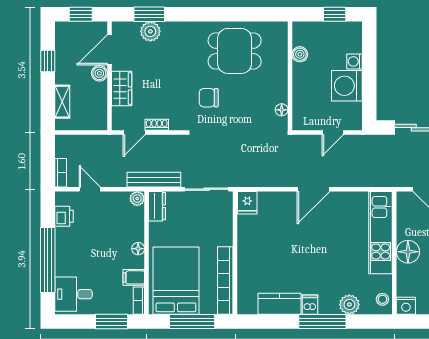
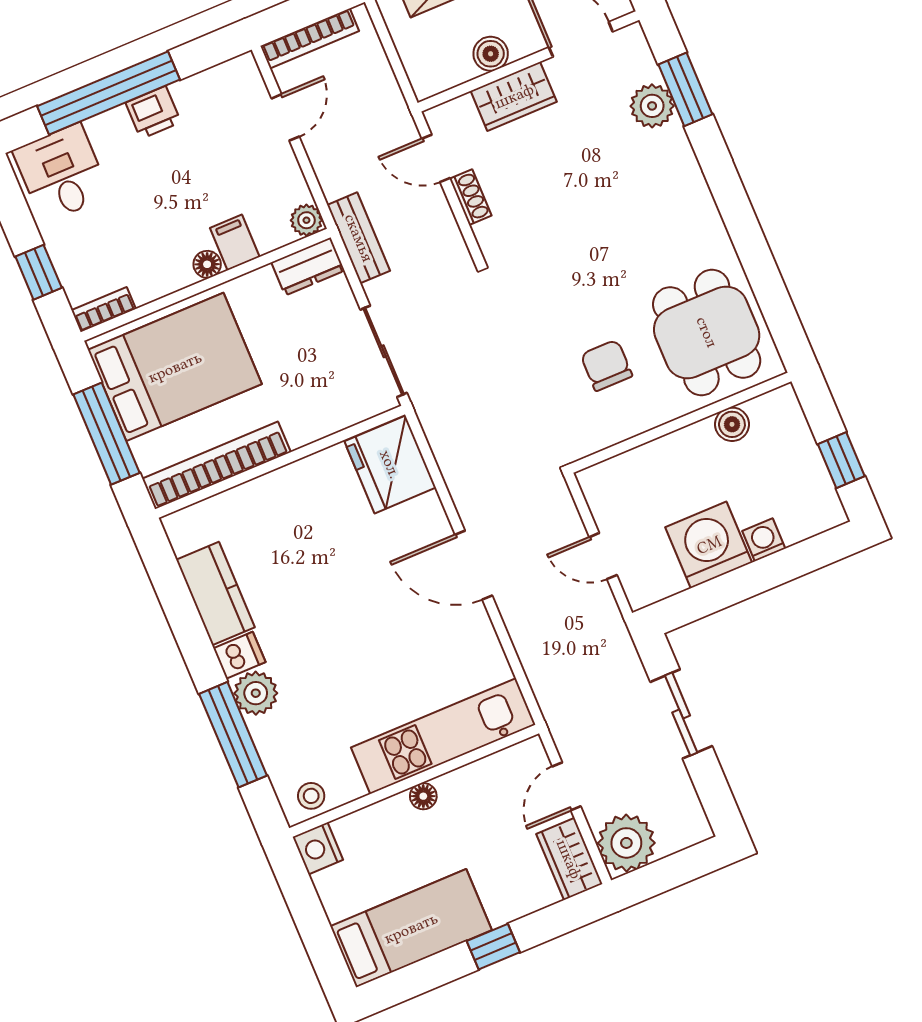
dining table: (235, 51) -> (707, 332), moved
boiler: (99, 73) -> (491, 54), moved
chair: (209, 98) -> (606, 365), moved
floor lamp: (282, 110) -> (606, 435), removed
bookcase: (61, 173) -> (310, 38), width x1.56
bench: (154, 180) -> (359, 238), width x0.73
fridge: (247, 203) -> (390, 464), width x1.88, depth x1.34
printer: (64, 216) -> (153, 112), moved
floor lamp: (408, 252) -> (423, 796), width x0.53, depth x0.53
filing cabinet: (134, 277) -> (235, 242), moved
plant: (349, 305) -> (256, 693), moved
window: (111, 322) -> (39, 272), width x0.67
window: (322, 322) -> (233, 735), moved

